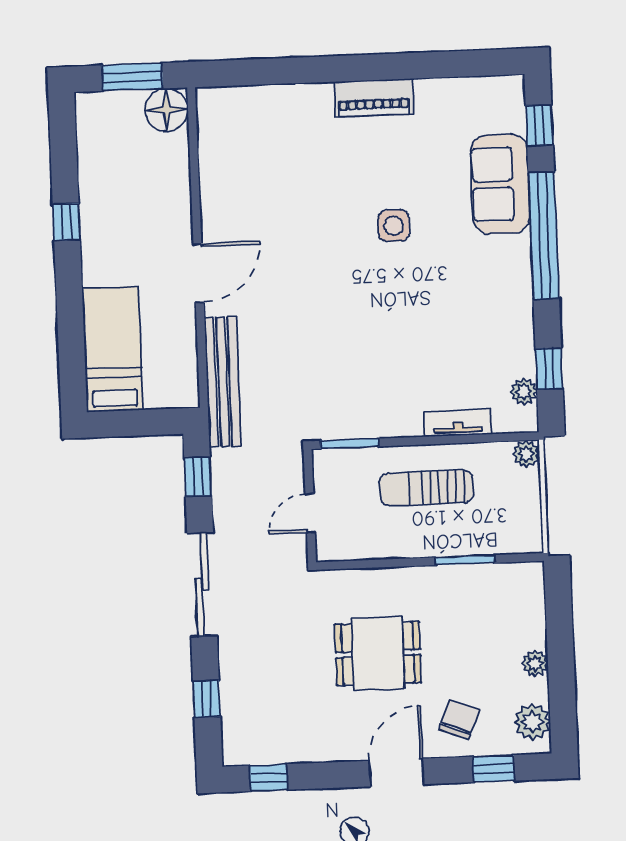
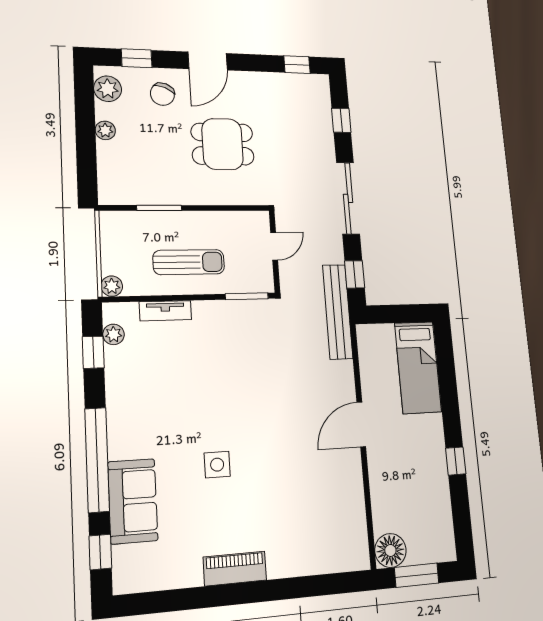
bench: (223, 382) -> (338, 312), moved

